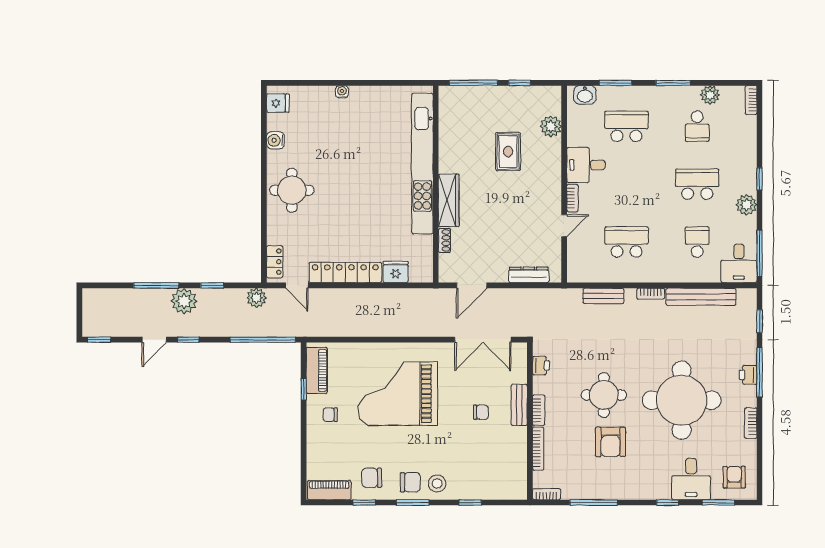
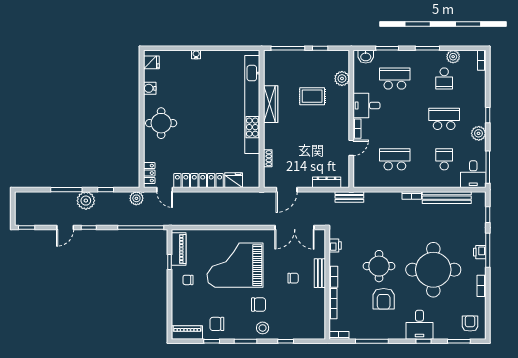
rug: (508, 152) -> (312, 96), turned 90
wardrobe: (449, 200) -> (271, 104), moved
bench: (603, 296) -> (349, 197), moved
desk: (691, 479) -> (419, 325), moved
chair: (410, 482) -> (259, 305), moved

